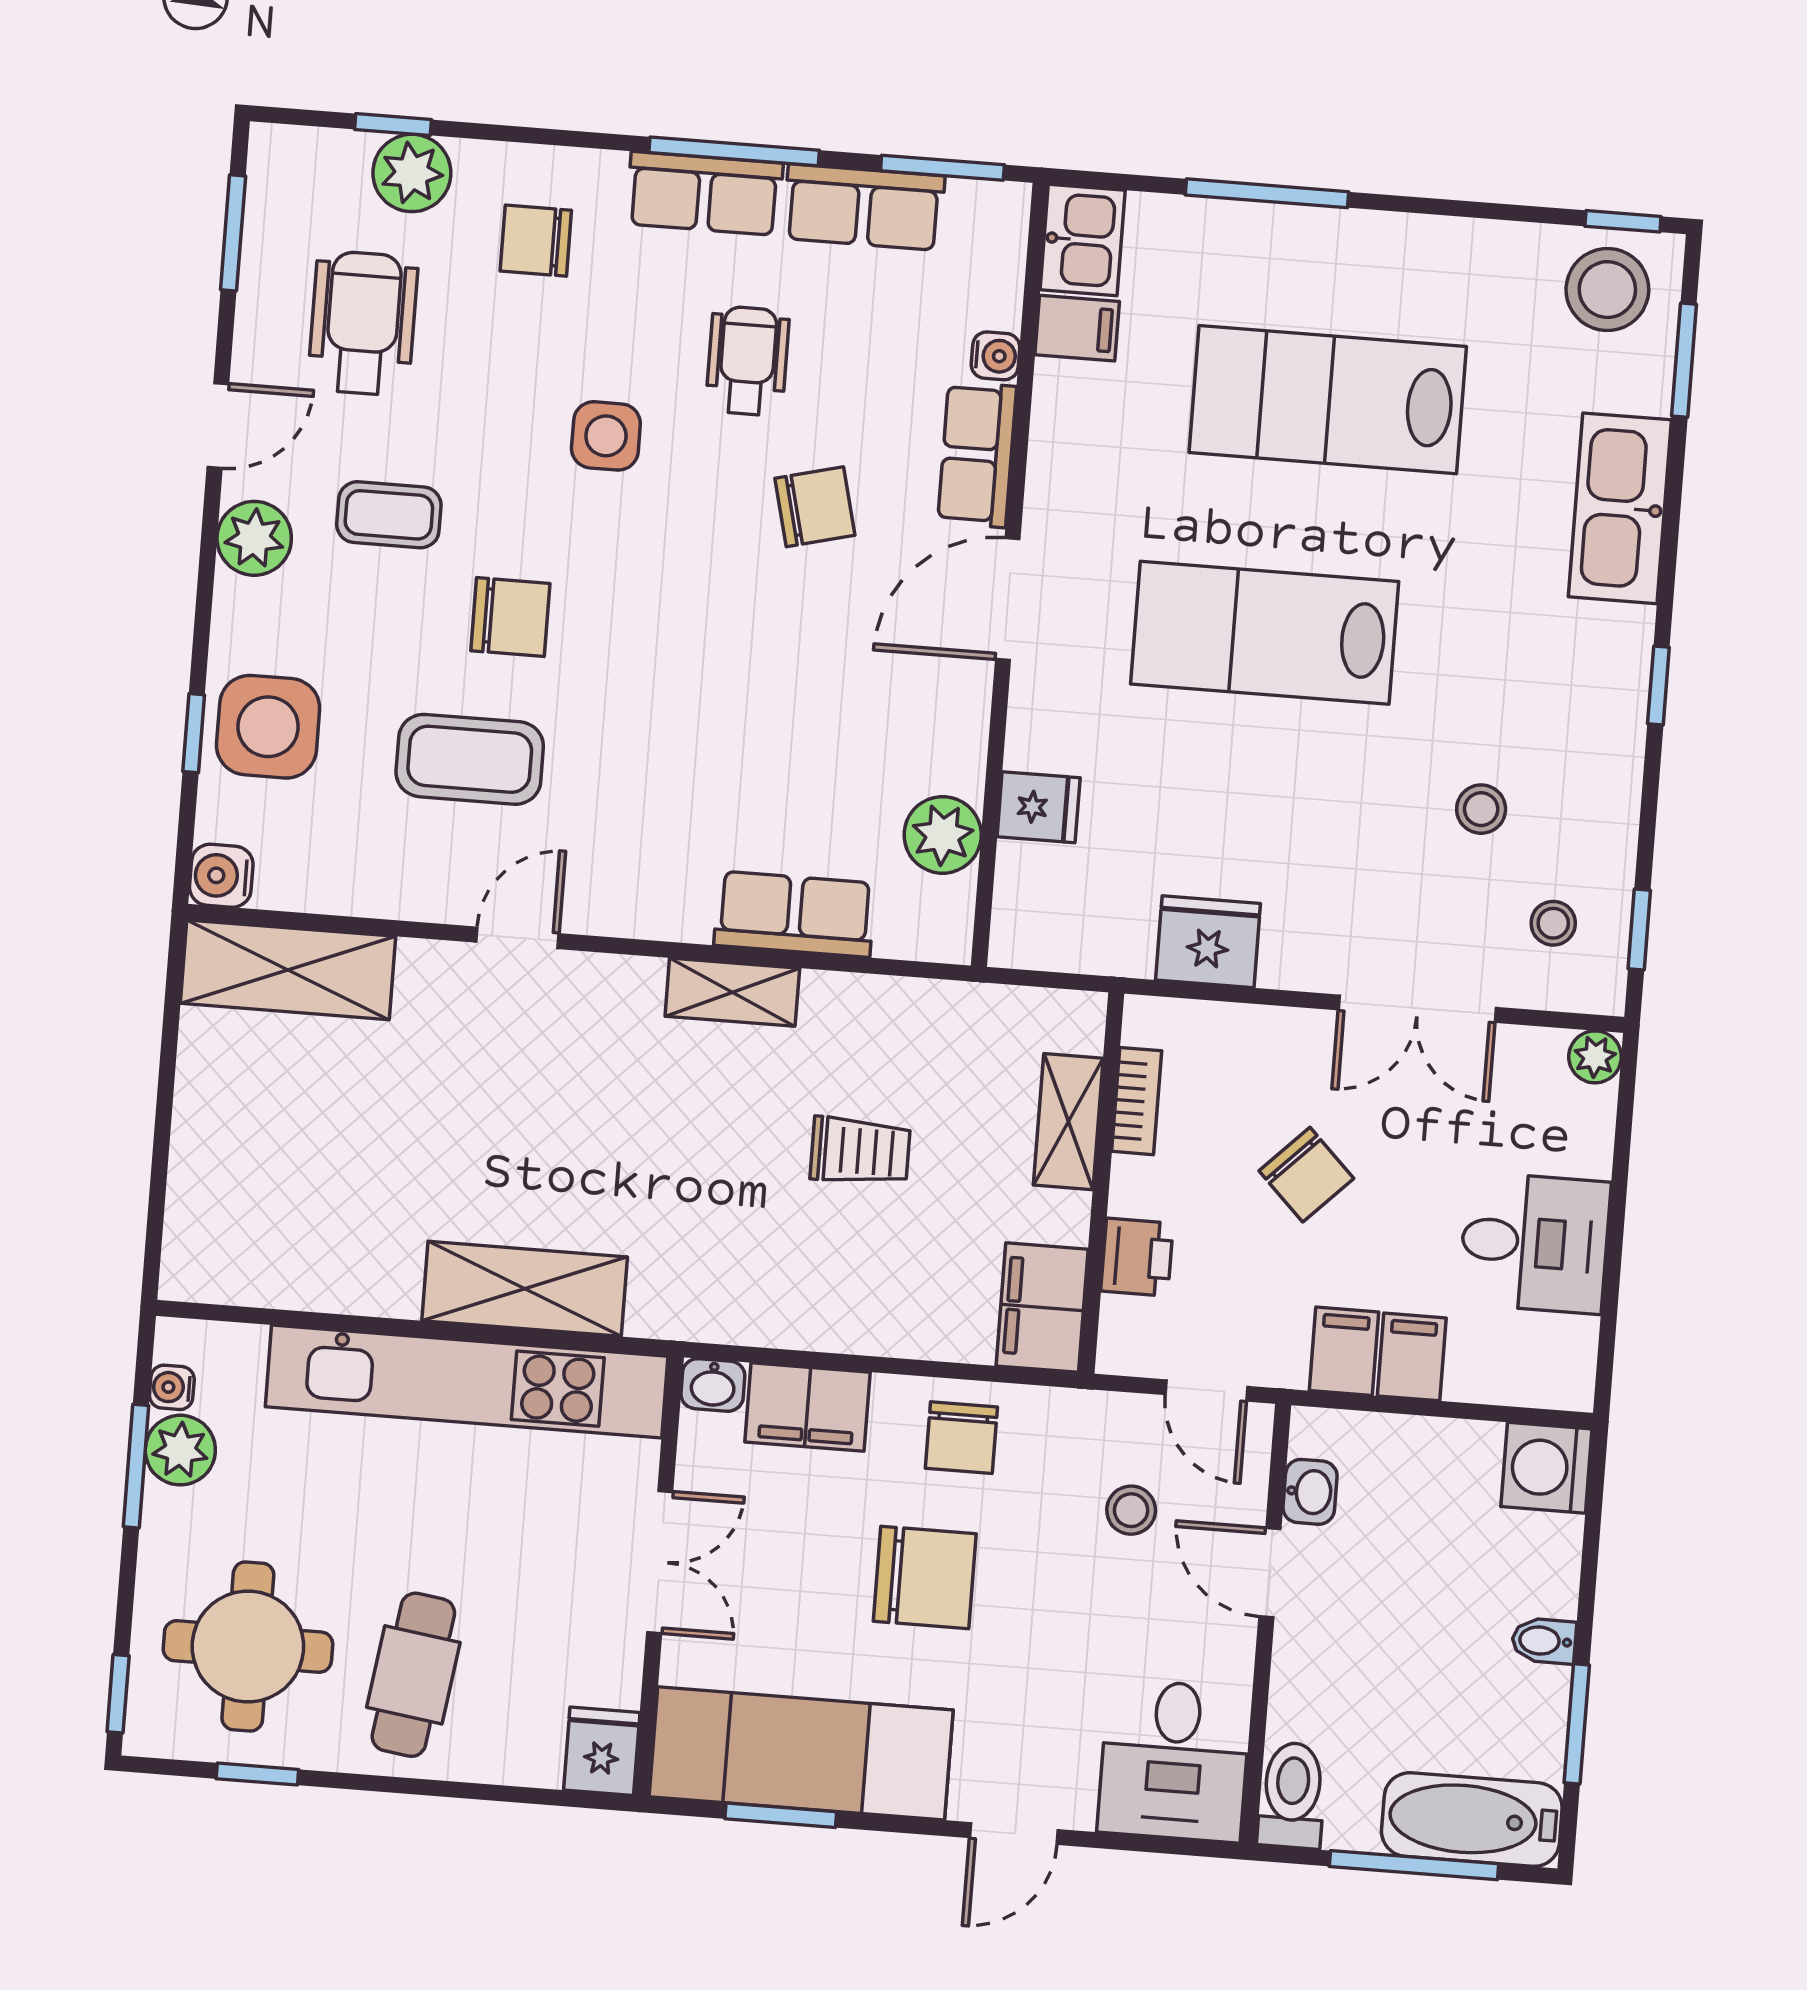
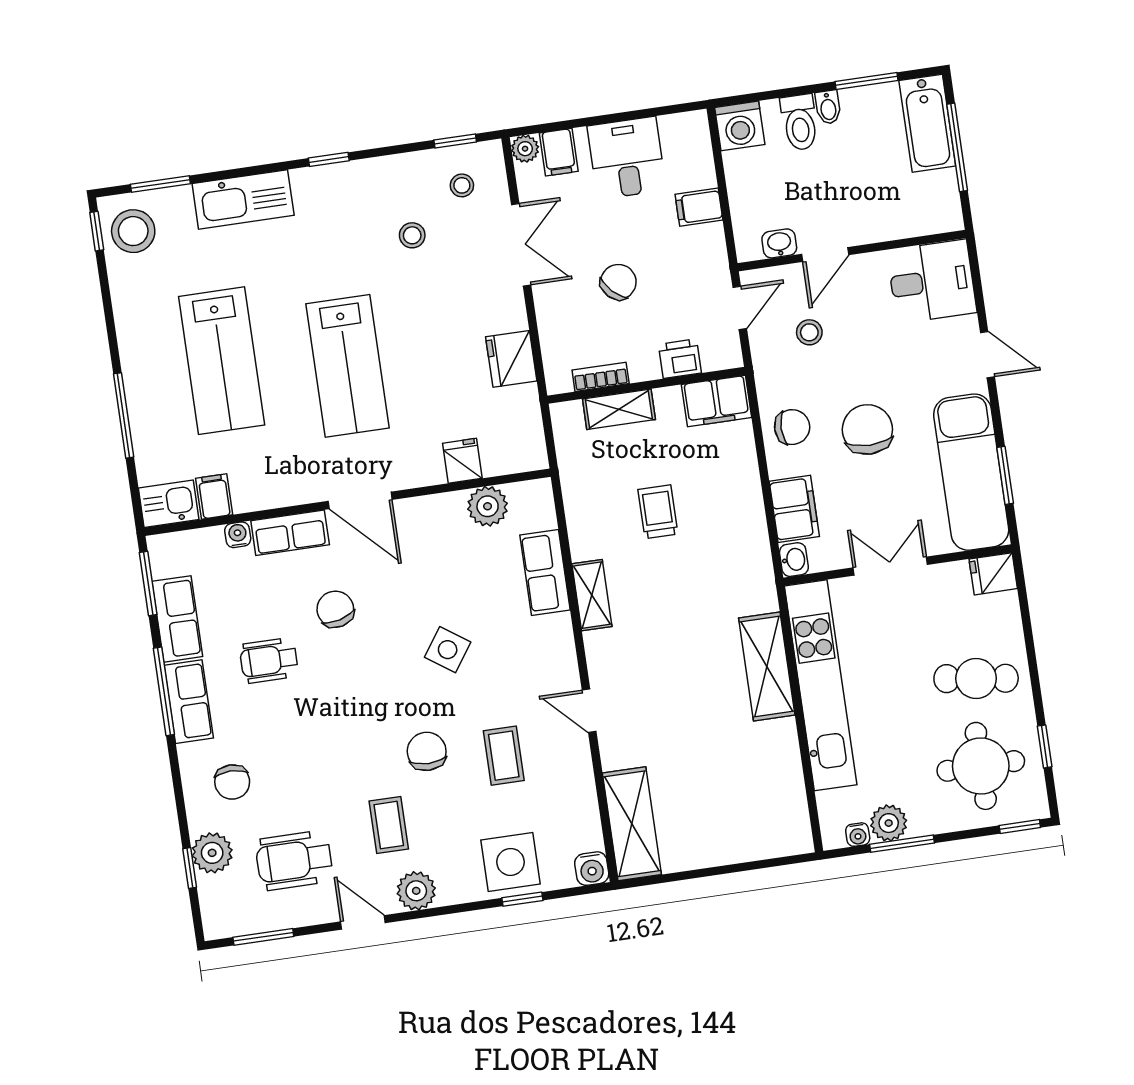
side table: (606, 436) -> (448, 650), moved, turned 35
coffee table: (470, 759) -> (504, 756), width x0.73, depth x0.77
filing cabinet: (1344, 1351) -> (559, 152), moved, turned -90
toilet: (1292, 1795) -> (800, 122), moved, turned -90

